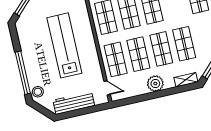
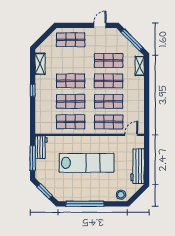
lab bench: (64, 45) -> (87, 163), turned 180
window: (23, 73) -> (85, 204), moved
plant: (155, 84) -> (137, 93), removed

